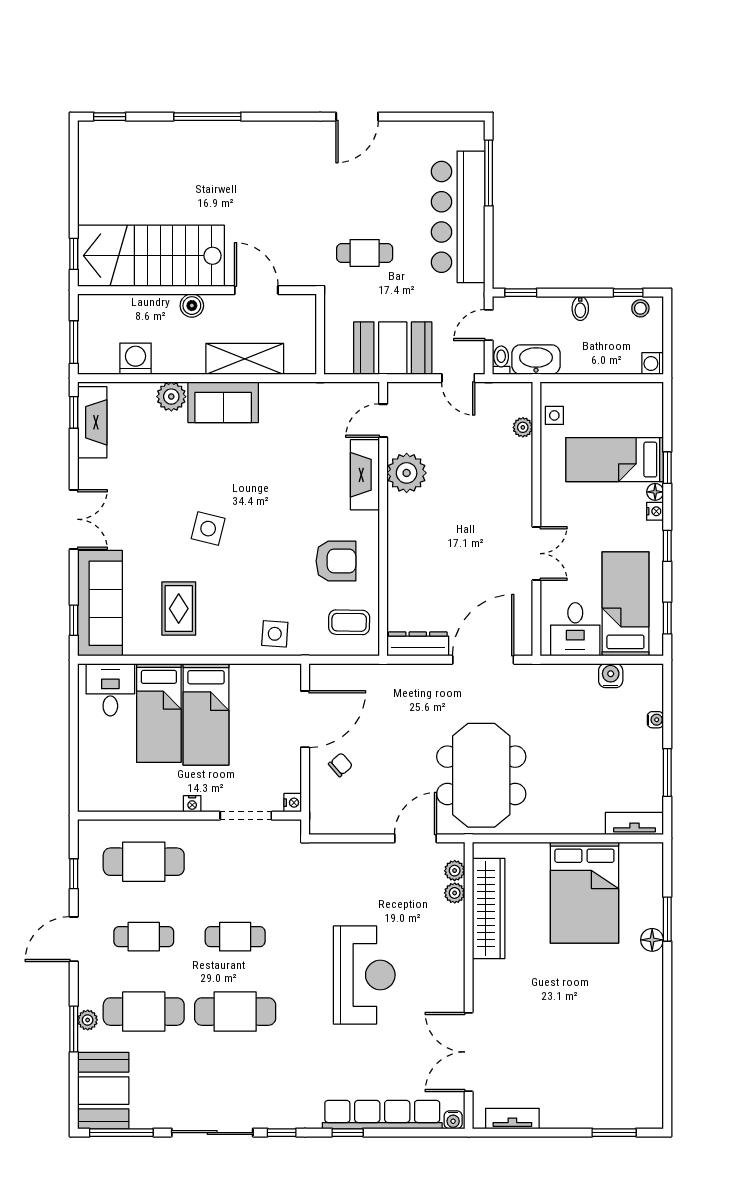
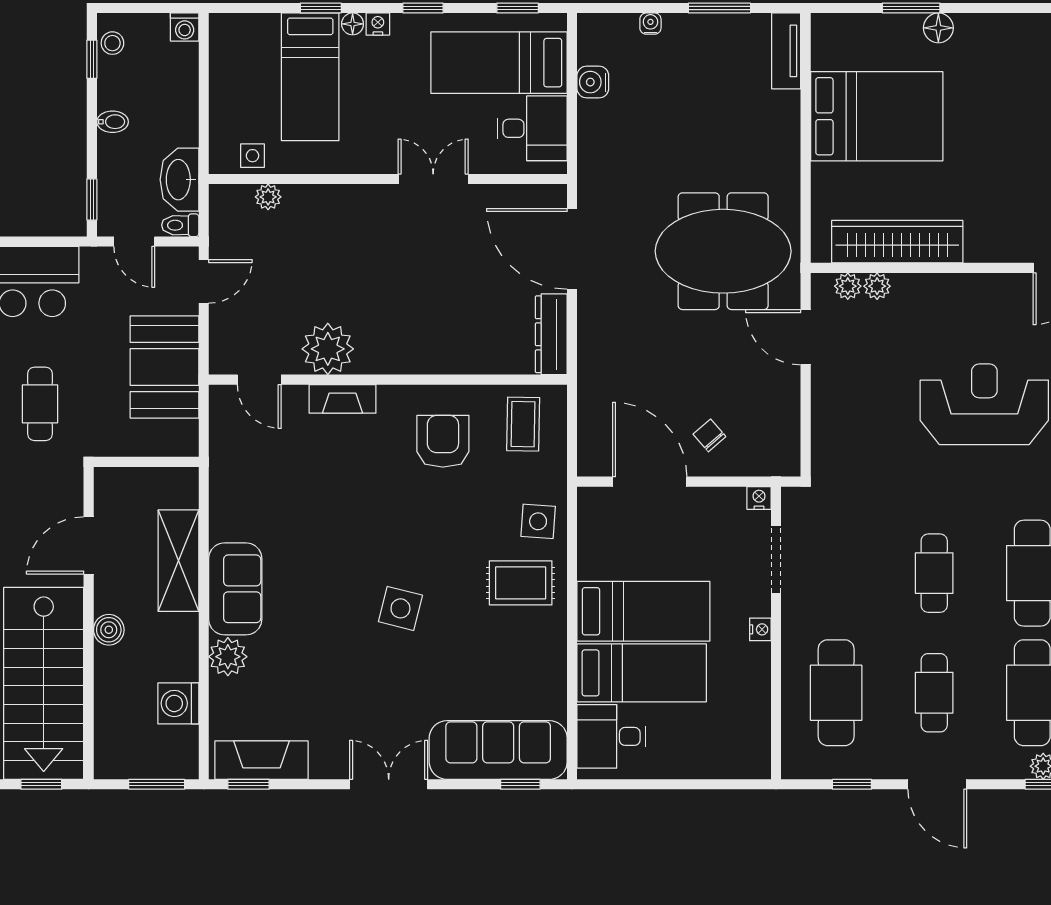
fireplace: (365, 475) -> (342, 399), width x0.73, depth x0.76
rug: (179, 609) -> (521, 583), moved

